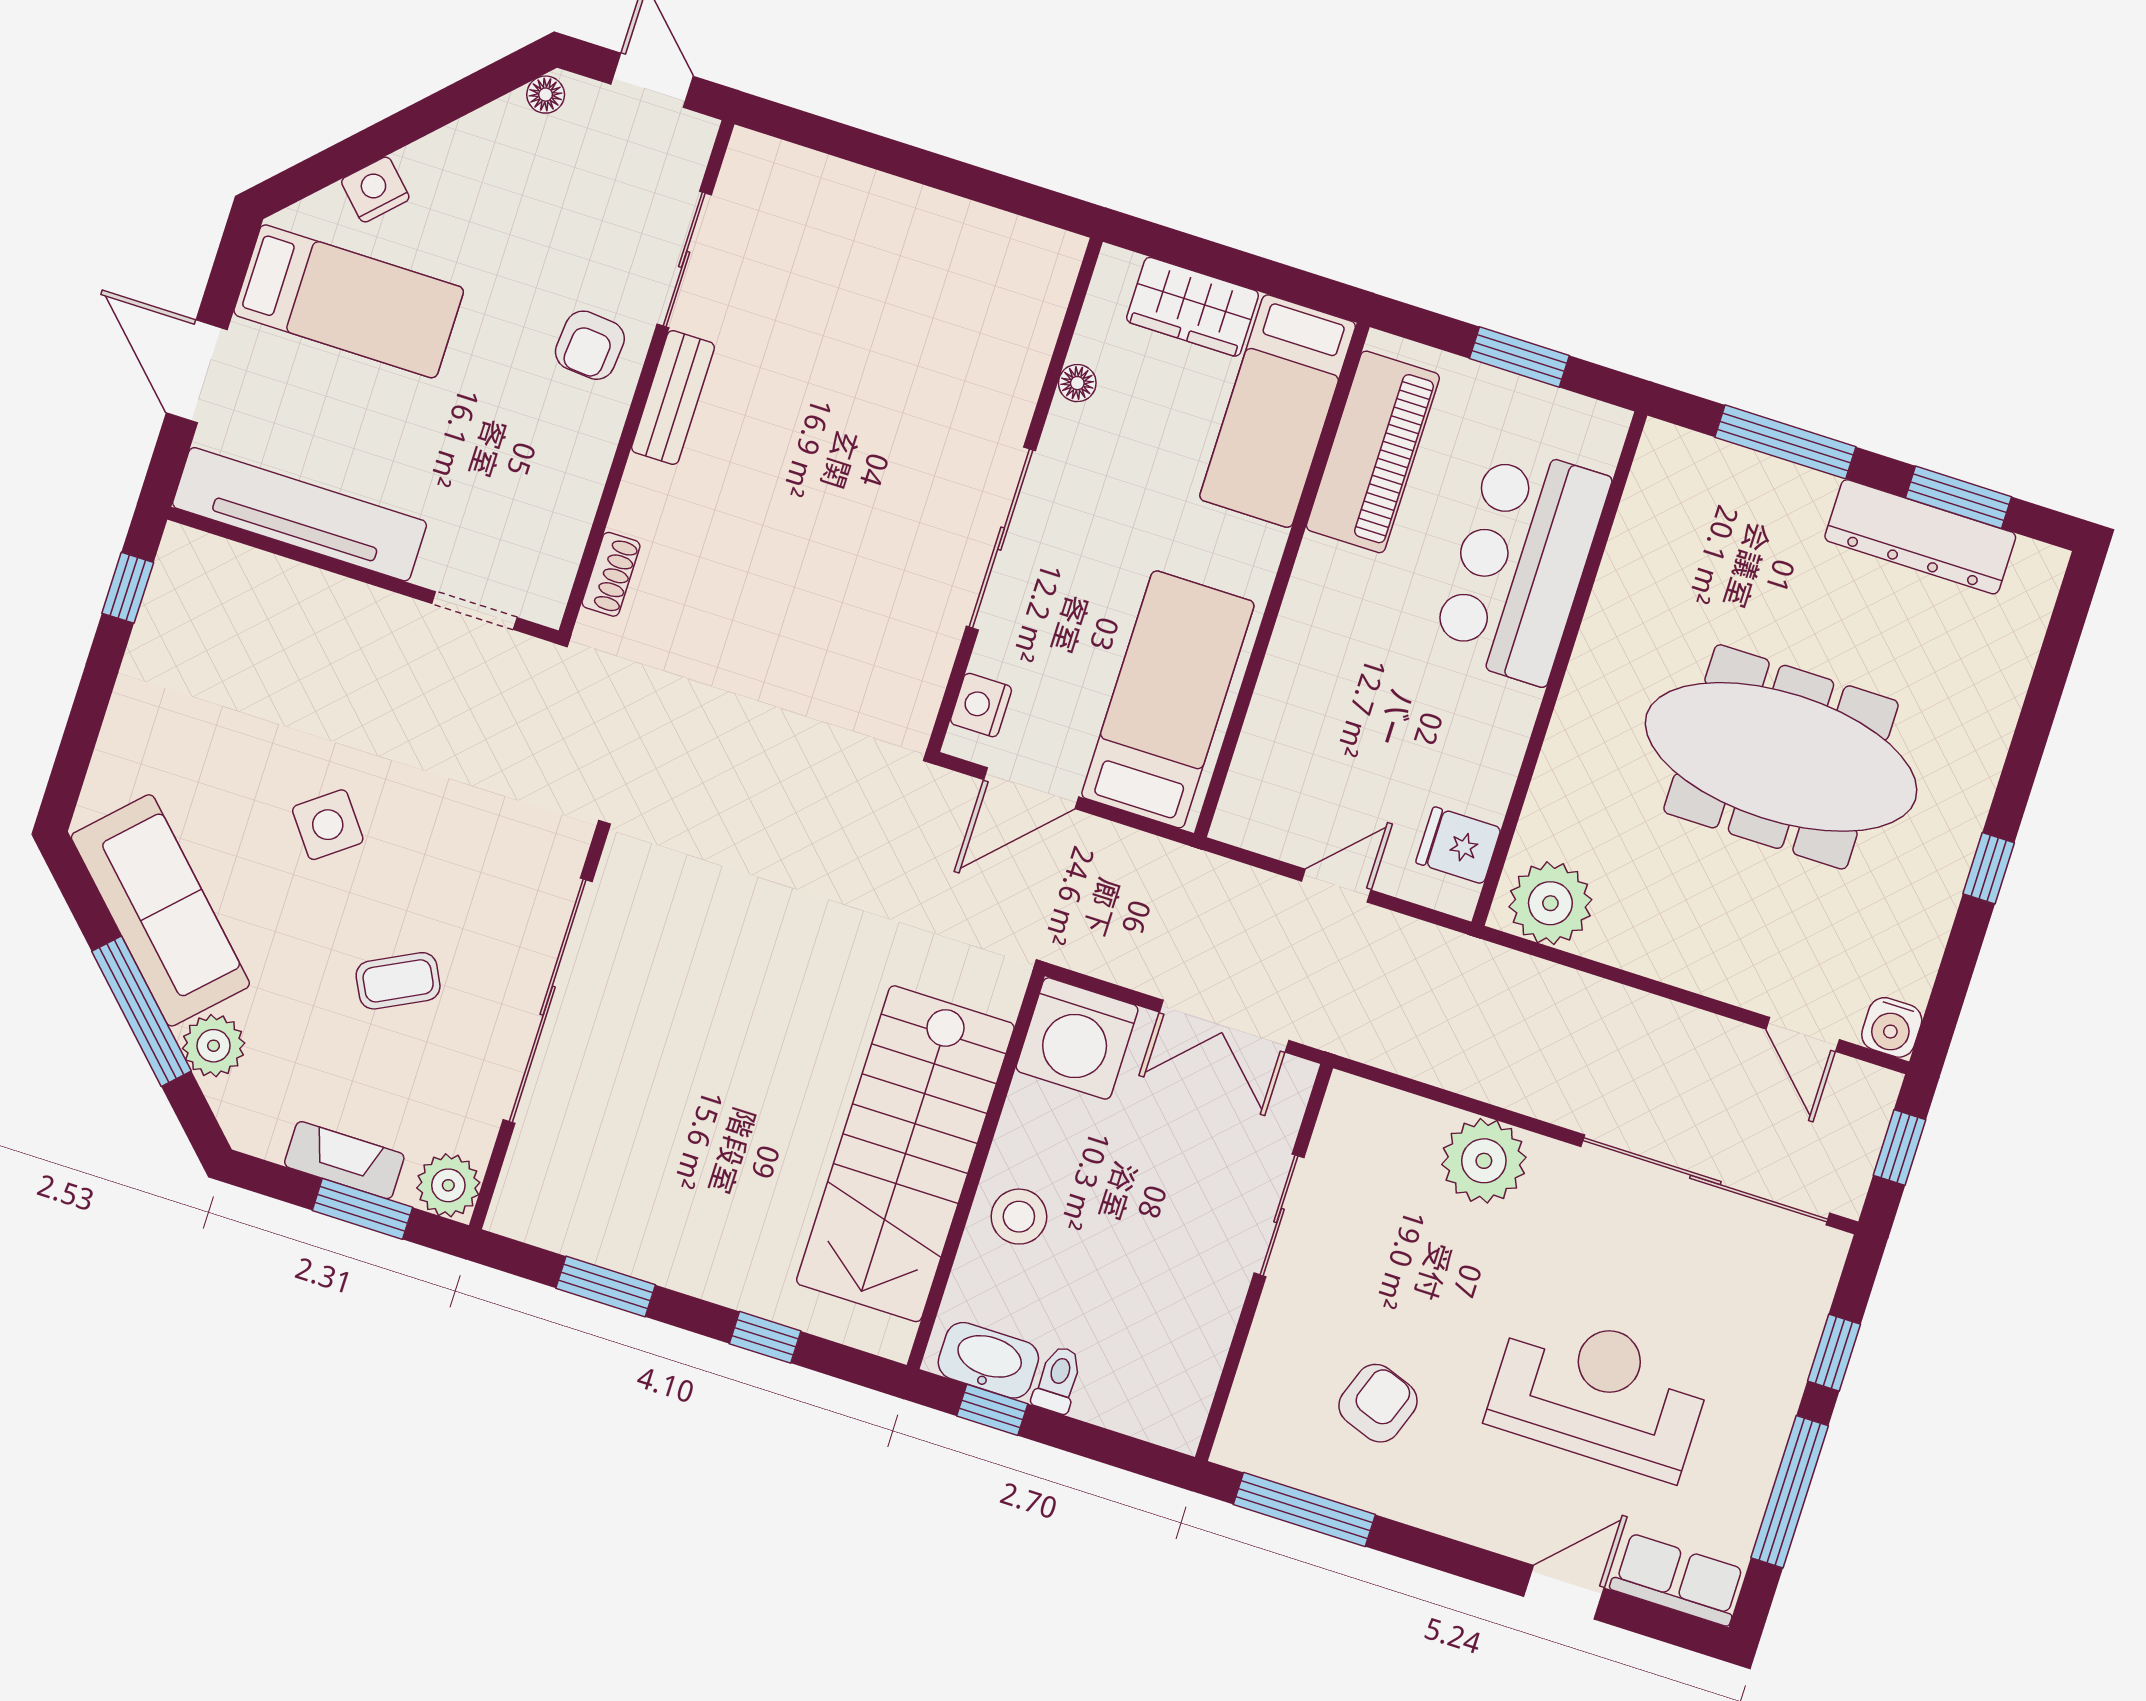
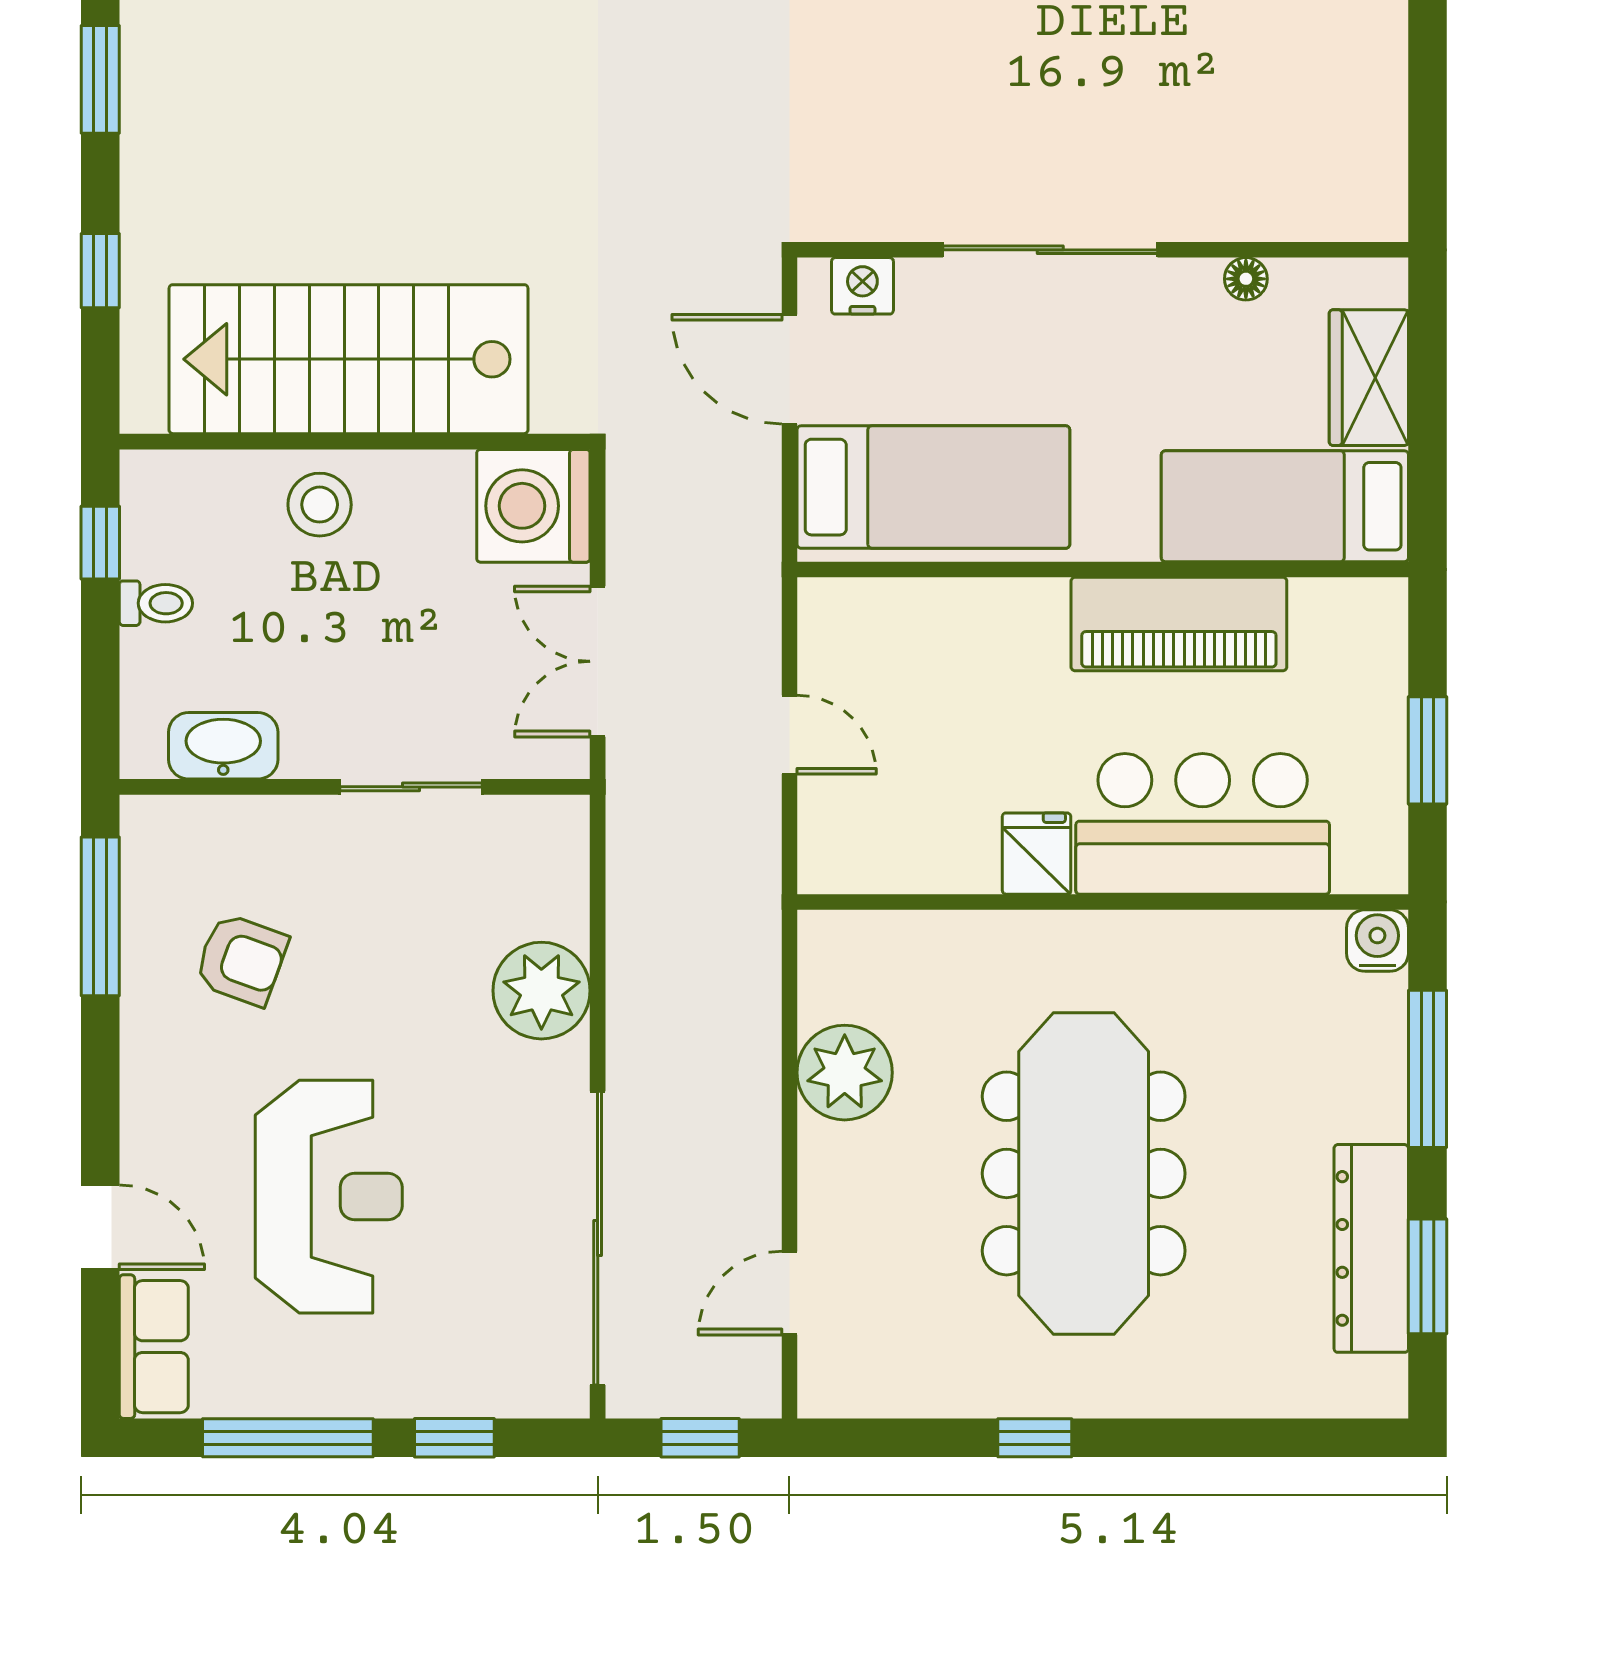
piano: (1373, 452) -> (1179, 624), moved
fridge: (1458, 845) -> (1037, 854), moved
plant: (1550, 903) -> (845, 1073), moved
water cooler: (1892, 1027) -> (1377, 941), moved, turned 90
washbasin: (988, 1360) -> (223, 746), moved, turned -90

